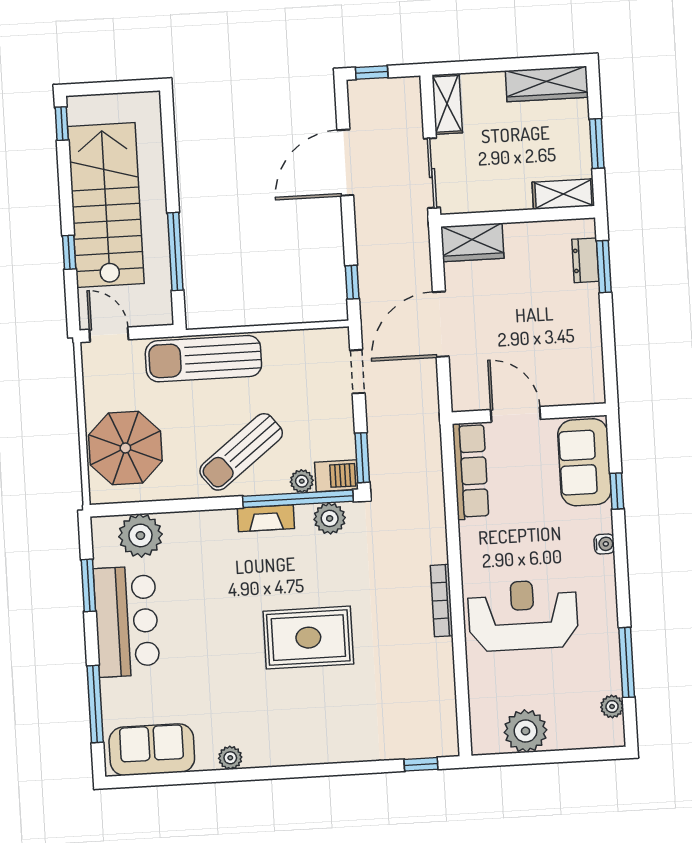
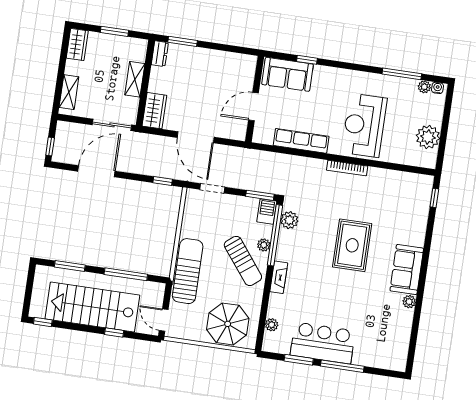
wardrobe: (547, 84) -> (77, 44), width x0.67
shelving: (447, 104) -> (69, 92), moved, turned 90
window: (169, 150) -> (70, 266), added
door: (345, 163) -> (96, 171), swing flipped
shelving: (563, 194) -> (135, 79), moved
dresser: (585, 260) -> (160, 54), moved, turned -90
door: (109, 335) -> (164, 320), hinge flipped
sun lounger: (203, 359) -> (188, 271), turned 180
row of seats: (471, 471) -> (301, 141), moved
plant: (302, 481) -> (264, 245), moved
fireplace: (266, 518) -> (279, 277), moved
plant: (140, 535) -> (272, 325), width x0.53, depth x0.53
water cooler: (604, 544) -> (438, 88), moved
window: (95, 704) -> (342, 366), moved
sofa: (152, 750) -> (407, 270), moved

